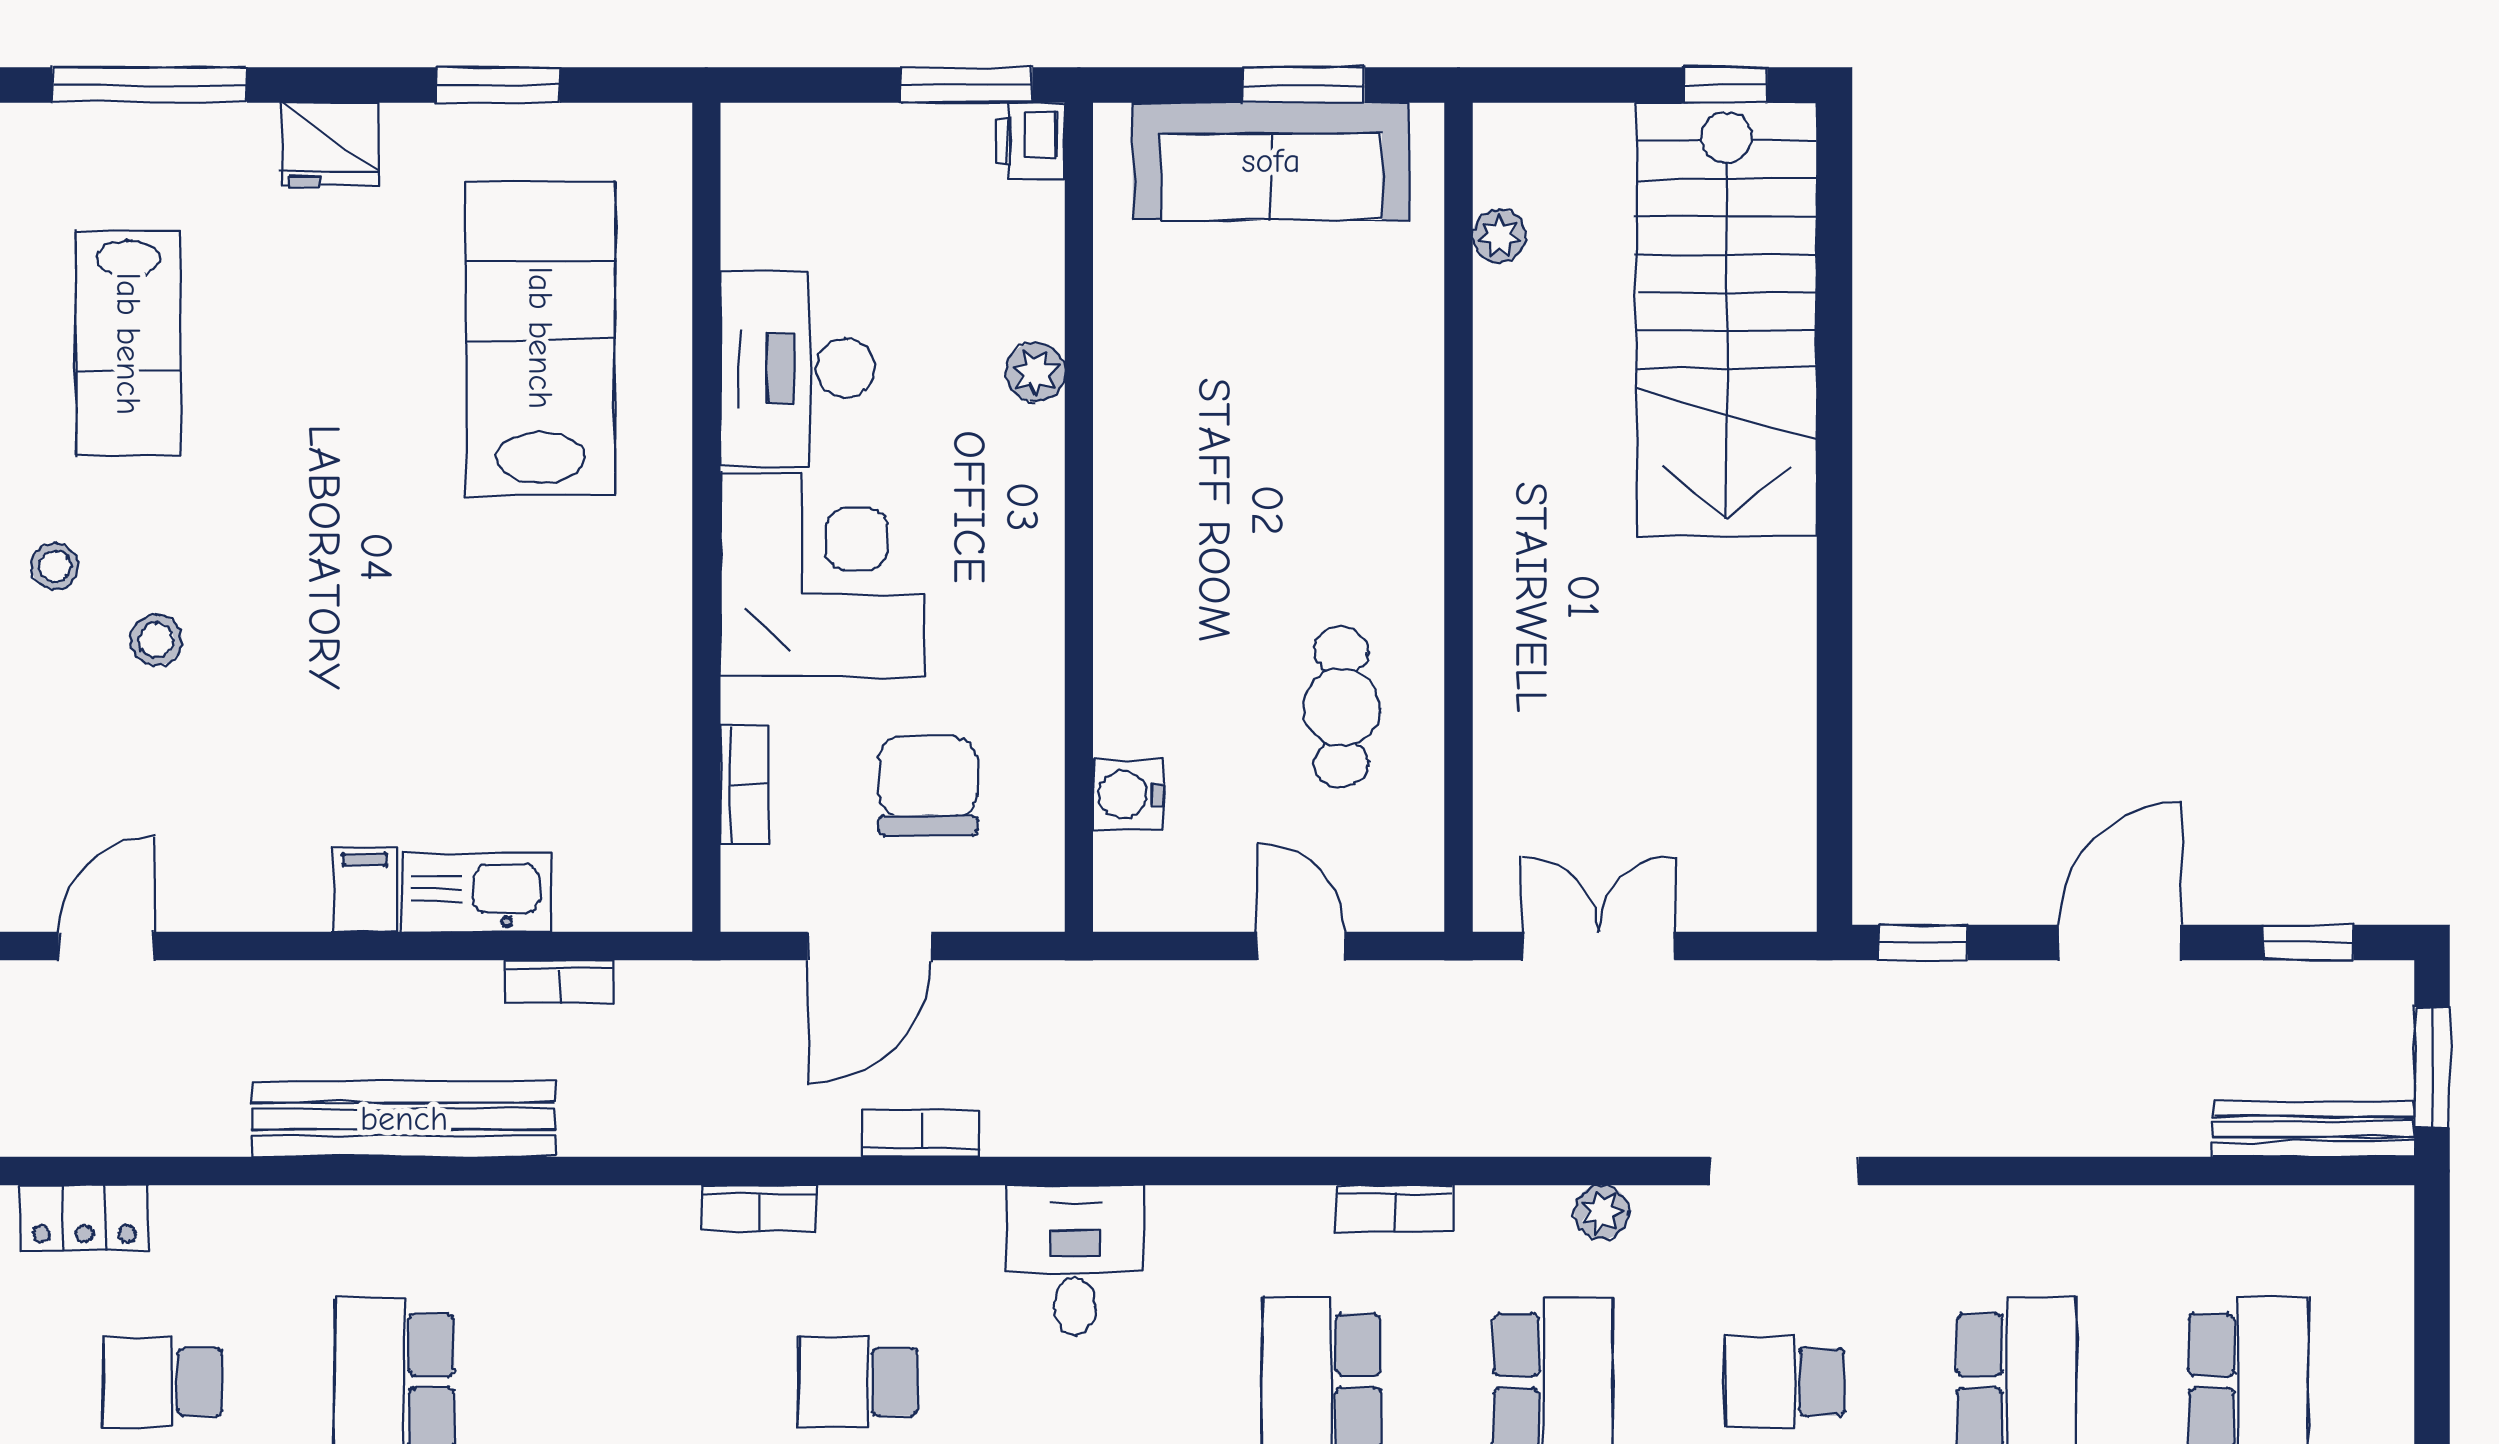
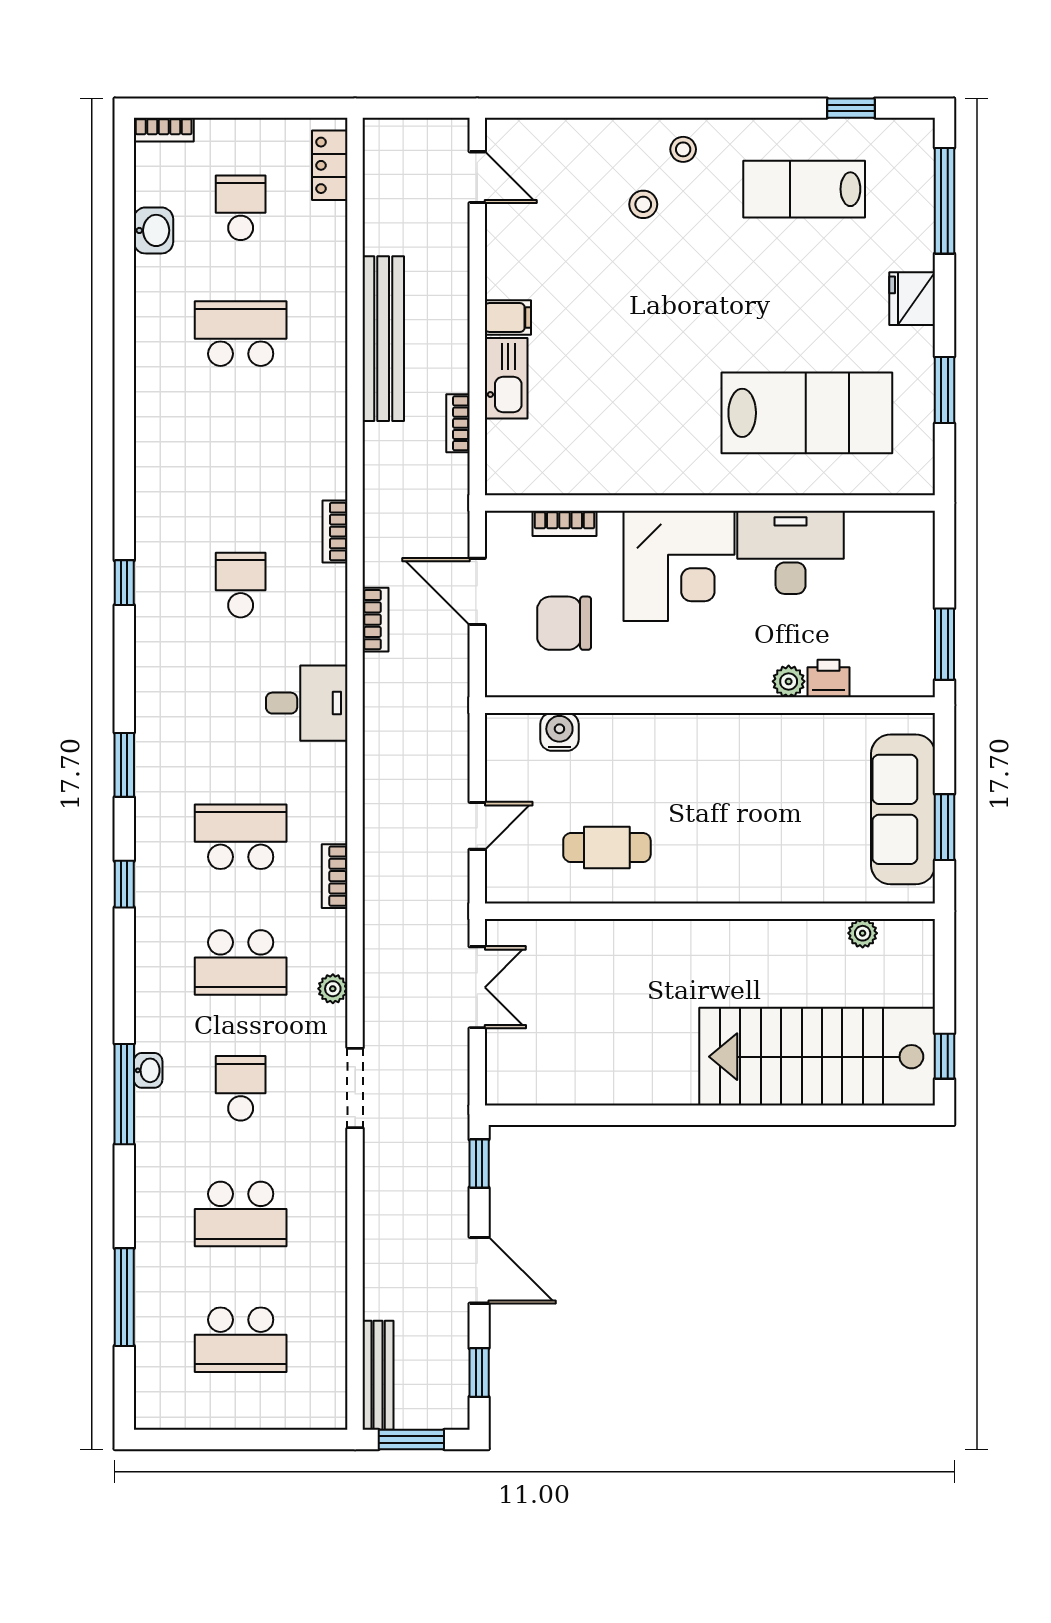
printer: (1030, 141) -> (829, 679), moved
chair: (928, 786) -> (564, 623), turned 180

